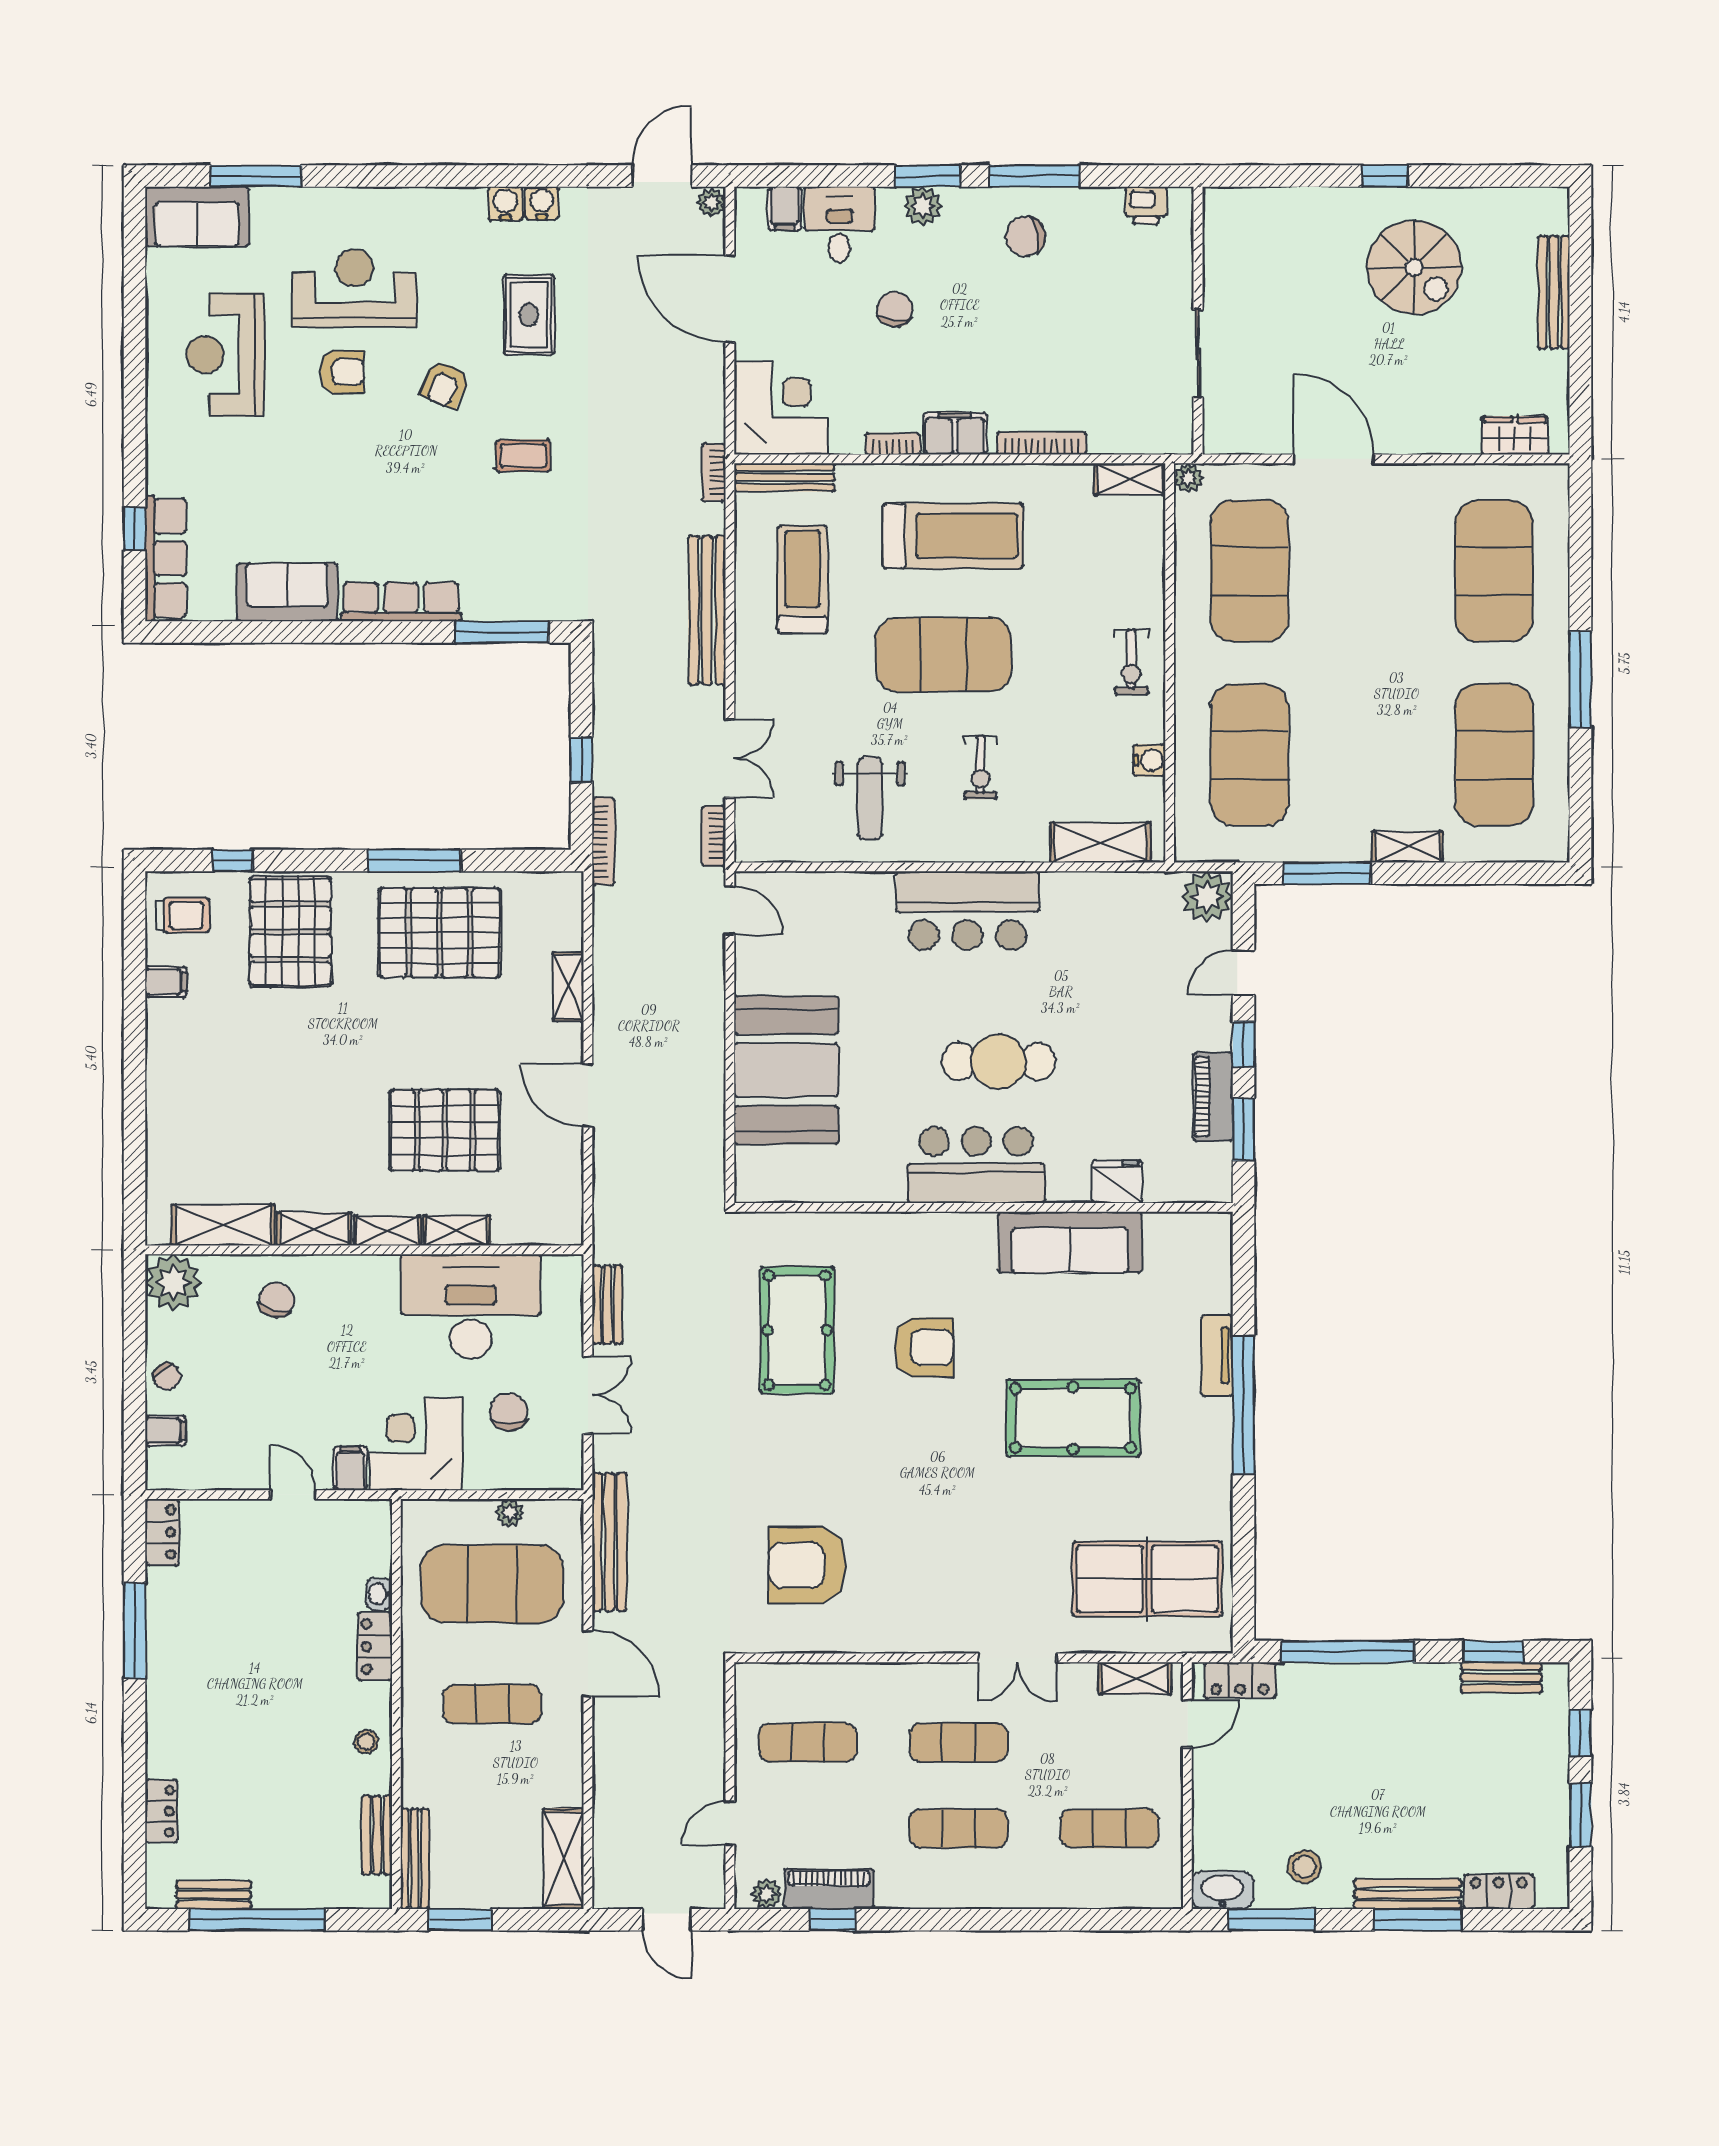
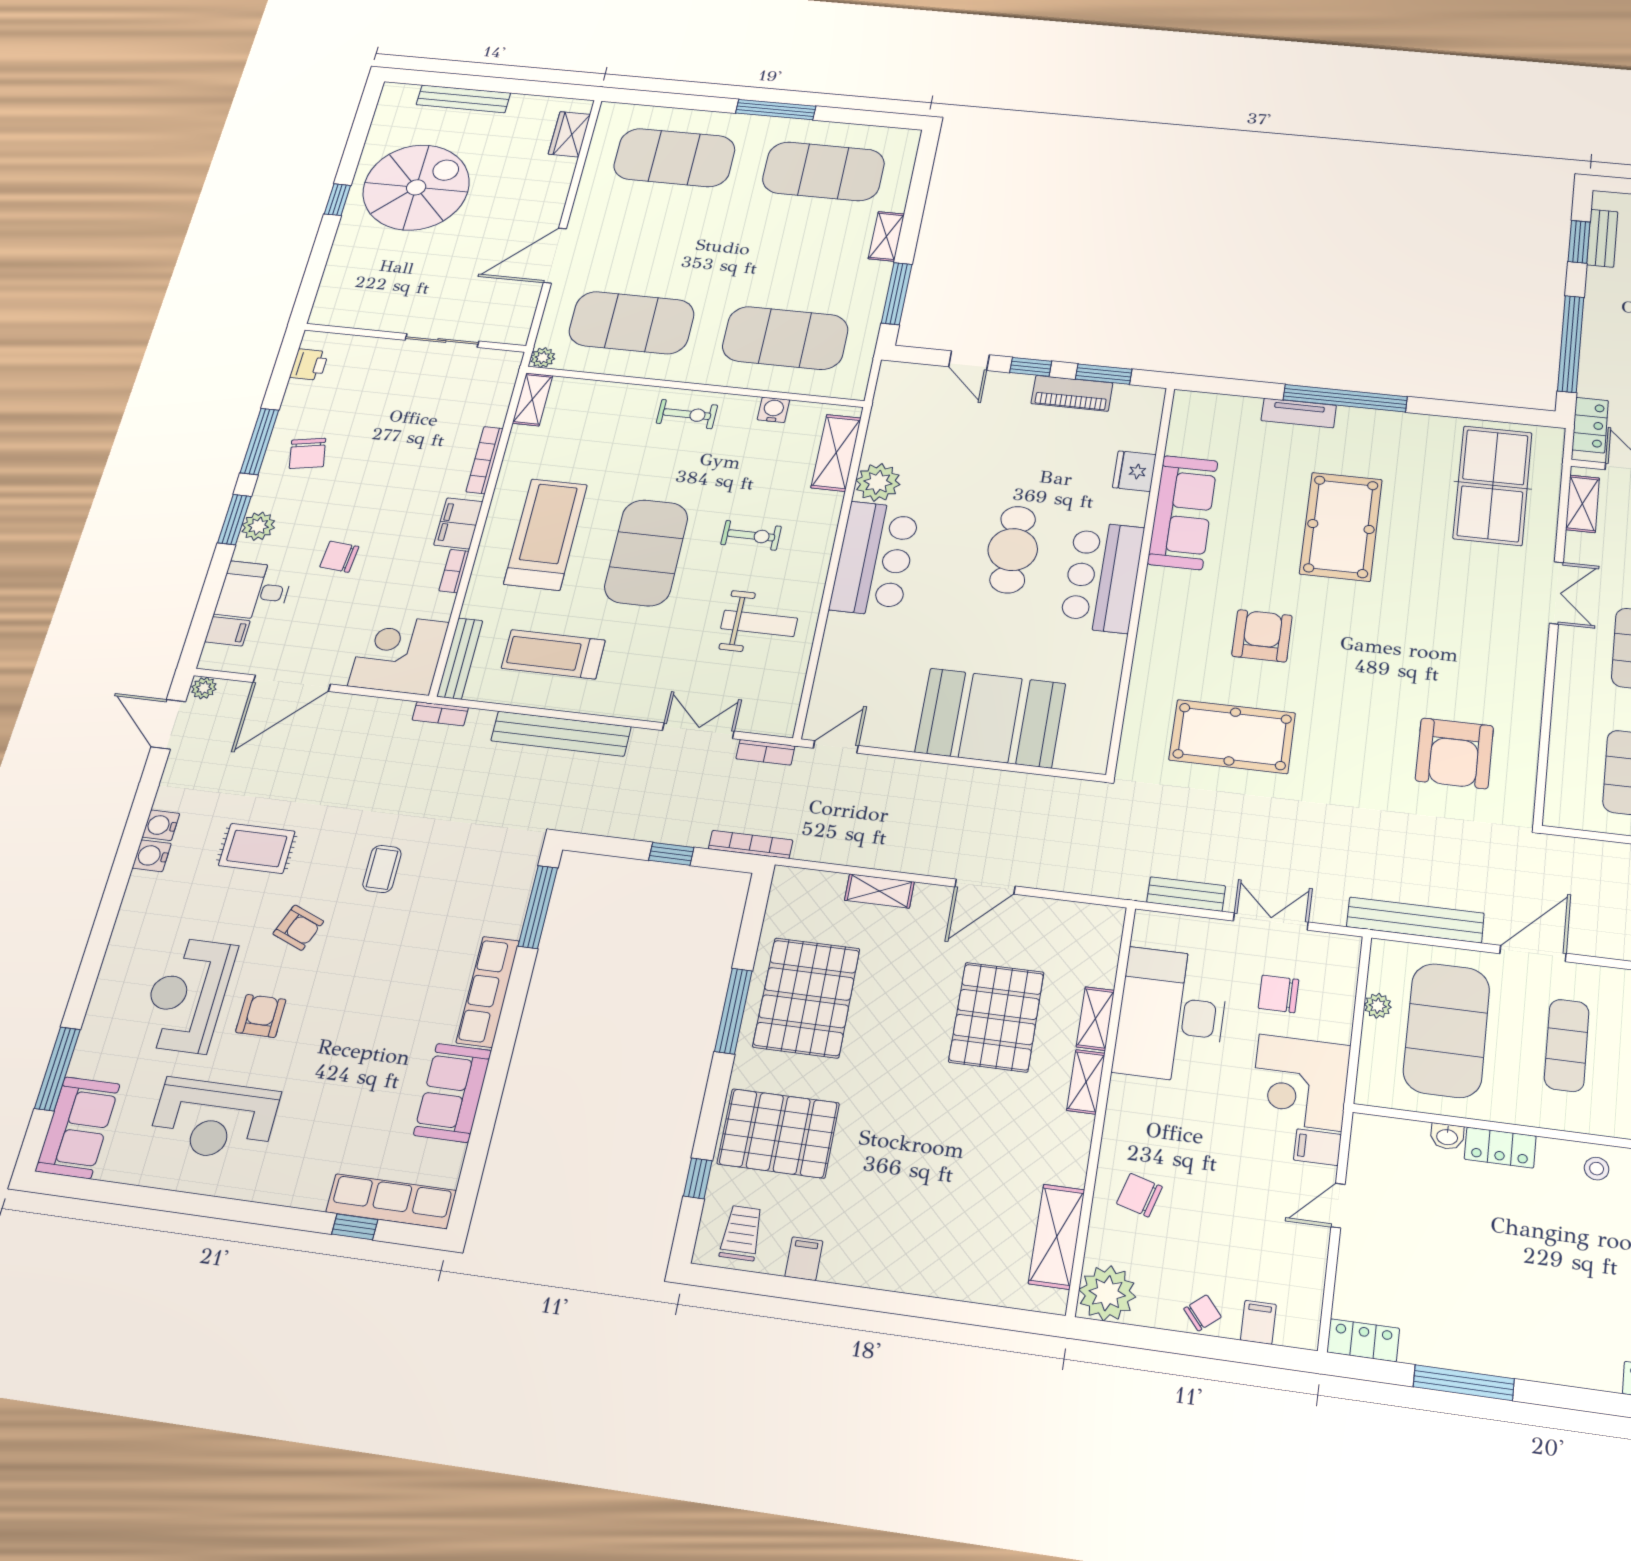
spiral stairs: (1414, 267) -> (416, 187), width x1.37, depth x1.37
plant: (1207, 897) -> (878, 482), moved
shelving: (314, 1229) -> (1074, 1150), removed

